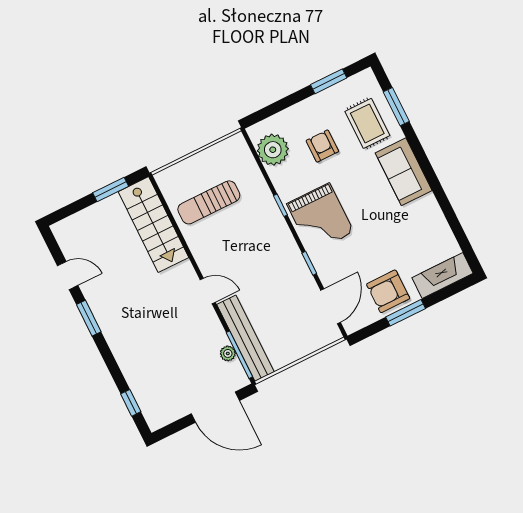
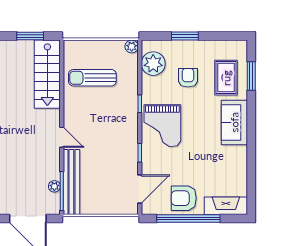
window: (329, 81) -> (185, 36), moved
plant: (237, 142) -> (132, 46), added
window: (406, 313) -> (188, 218), width x2.11

